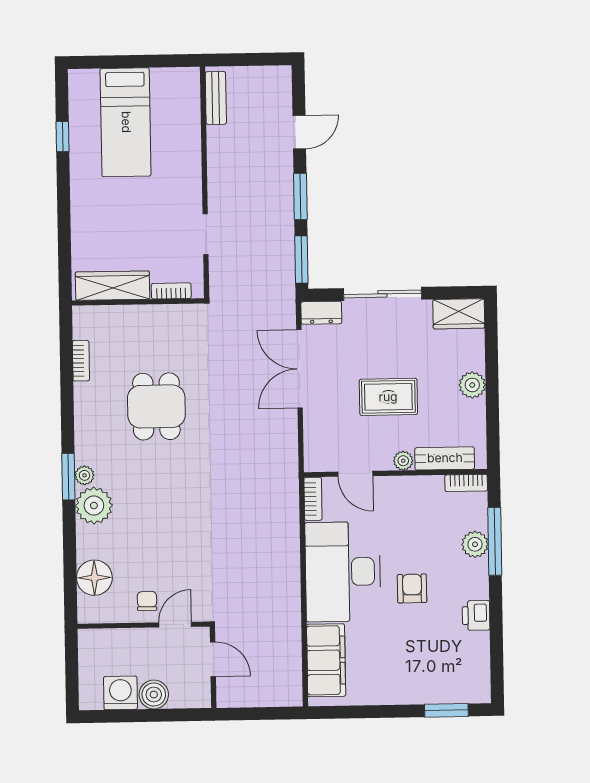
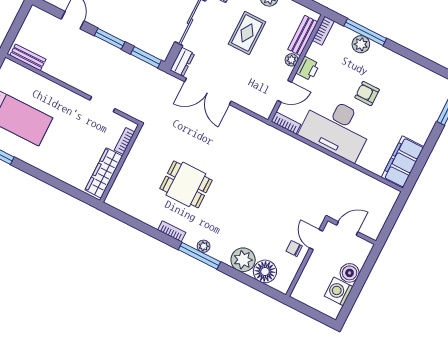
bookcase: (81, 361) -> (172, 231), moved
rug: (388, 397) -> (247, 33), moved
window: (68, 477) -> (199, 256), width x1.44
plant: (94, 506) -> (243, 260), moved
printer: (476, 615) -> (308, 69), moved, turned -90
filing cabinet: (326, 660) -> (403, 162), moved, turned -90

